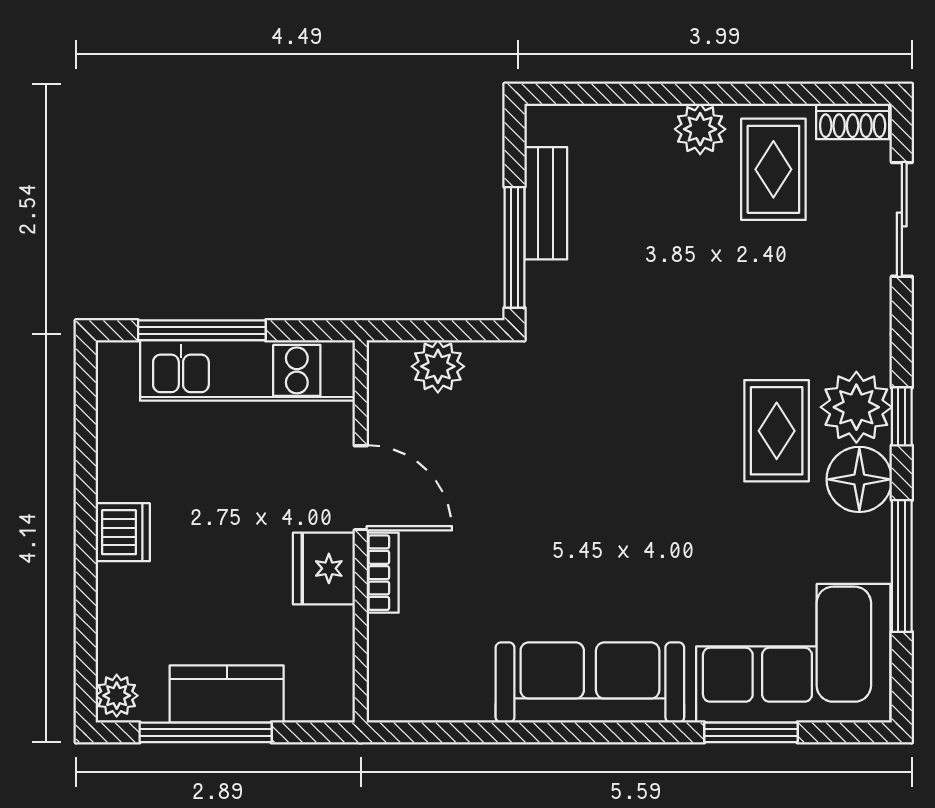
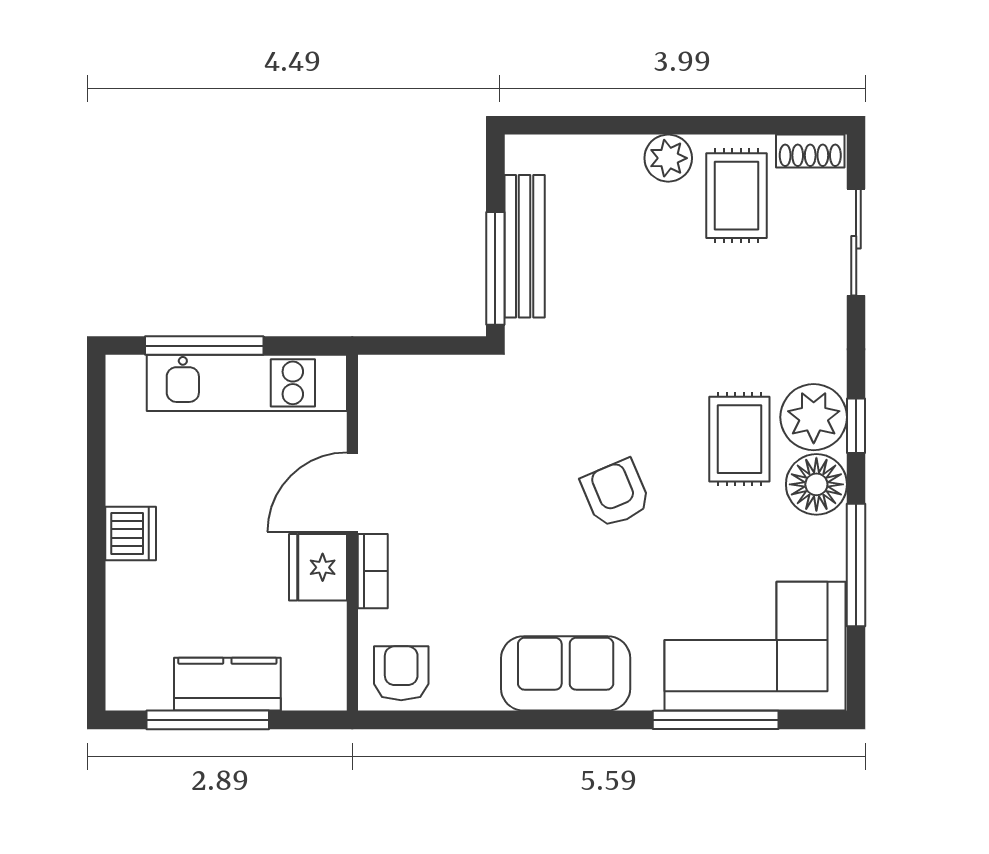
bench: (546, 203) -> (525, 246), width x1.36
plant: (438, 366) -> (424, 379), removed
door: (361, 488) -> (352, 492), swing flipped
armchair: (644, 489) -> (616, 494), added
armchair: (413, 682) -> (401, 673), added
sofa: (590, 682) -> (566, 673), width x0.73
plant: (117, 696) -> (125, 686), removed
window: (751, 732) -> (716, 720), width x1.44

